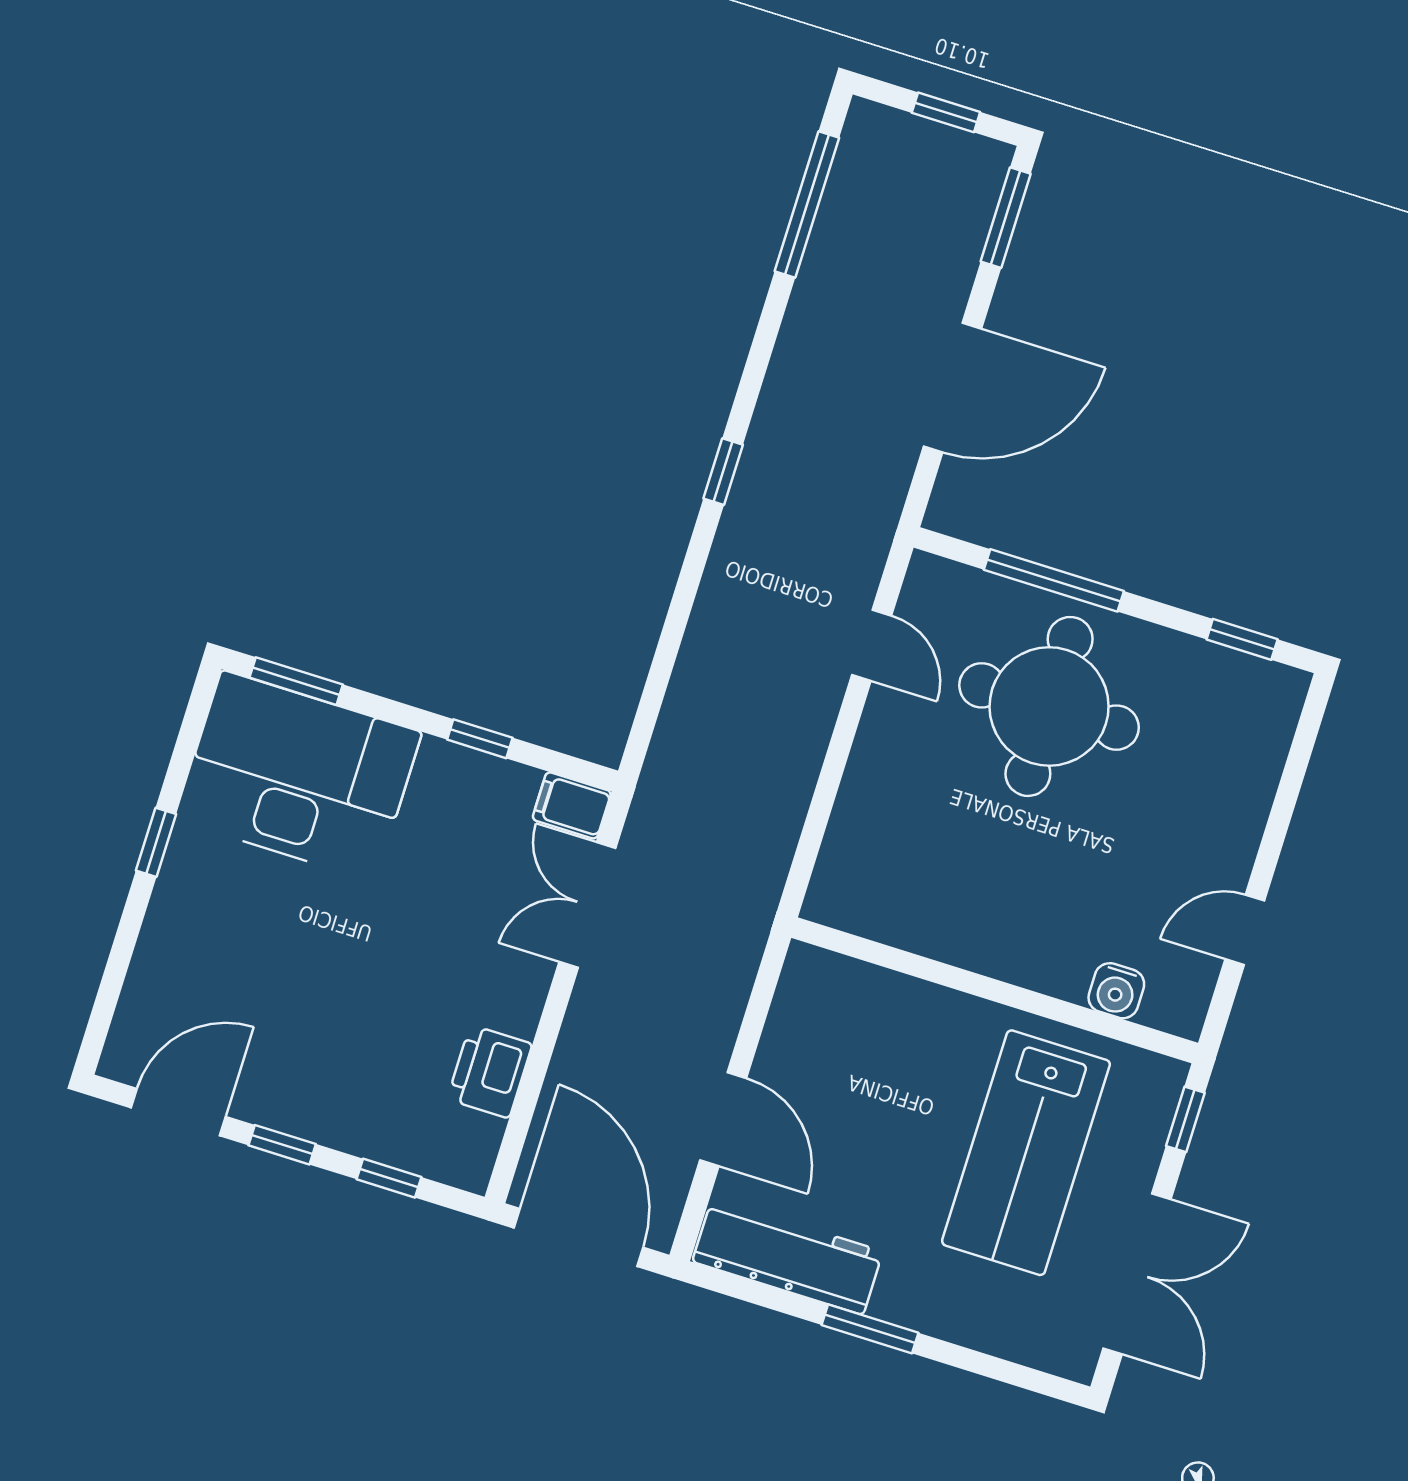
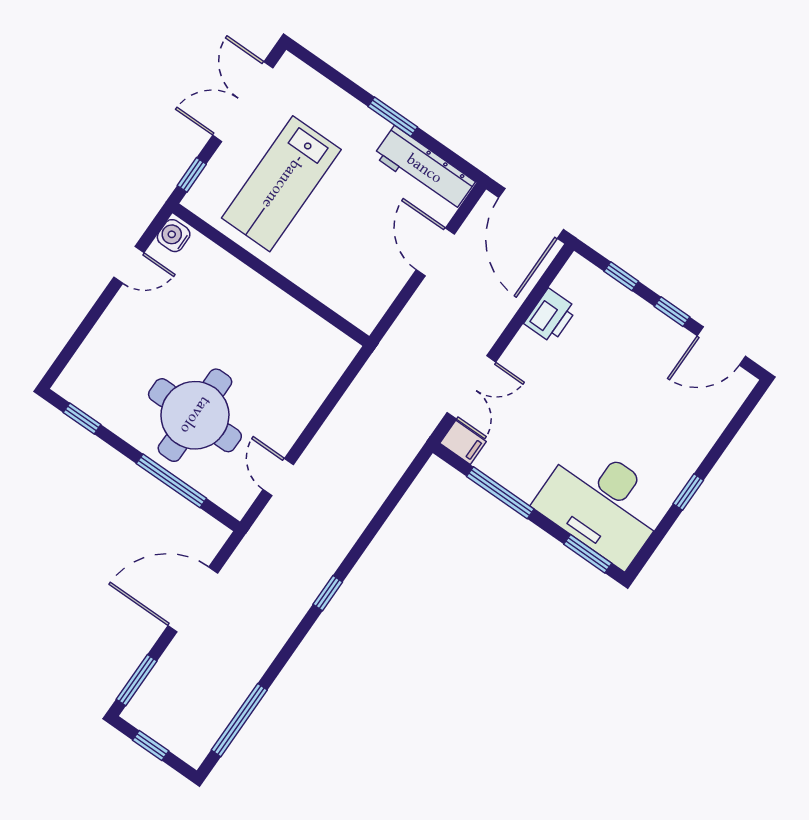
window: (480, 739) -> (500, 493), width x2.17
water cooler: (1116, 991) -> (174, 236), moved, turned -90
lab bench: (1026, 1153) -> (281, 184), turned 180

